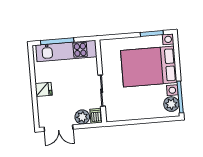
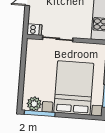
plant: (82, 117) -> (35, 16), removed

